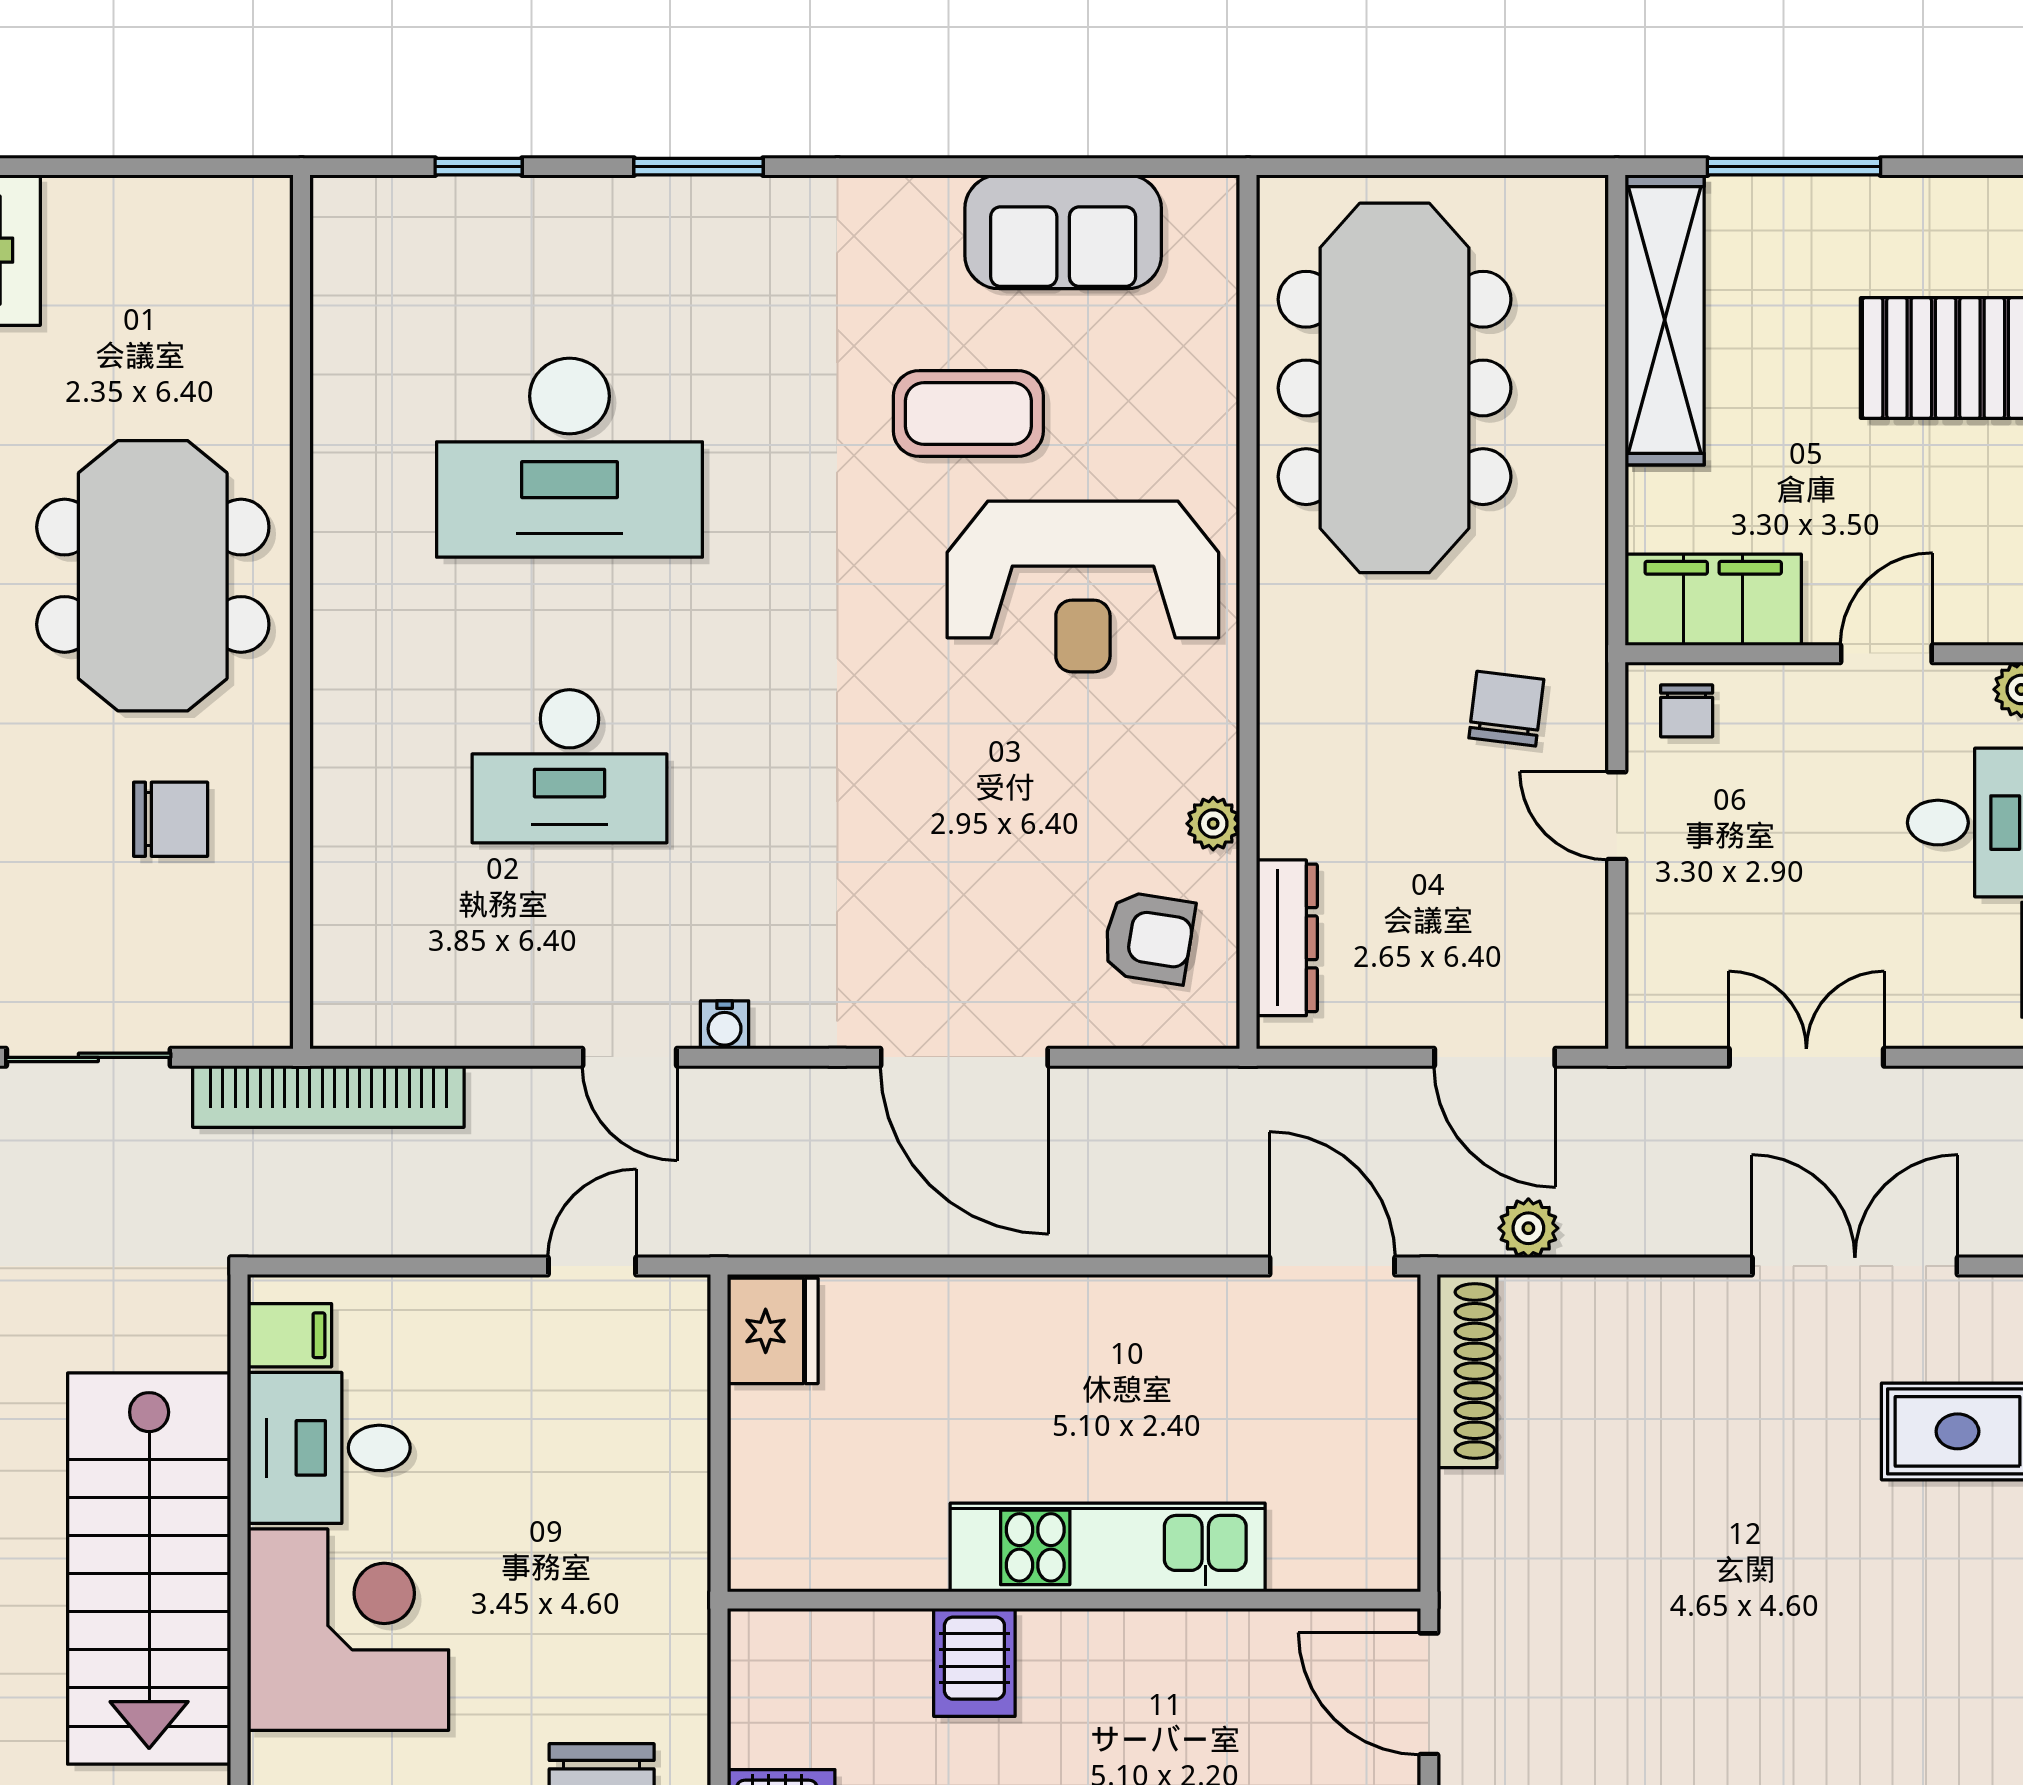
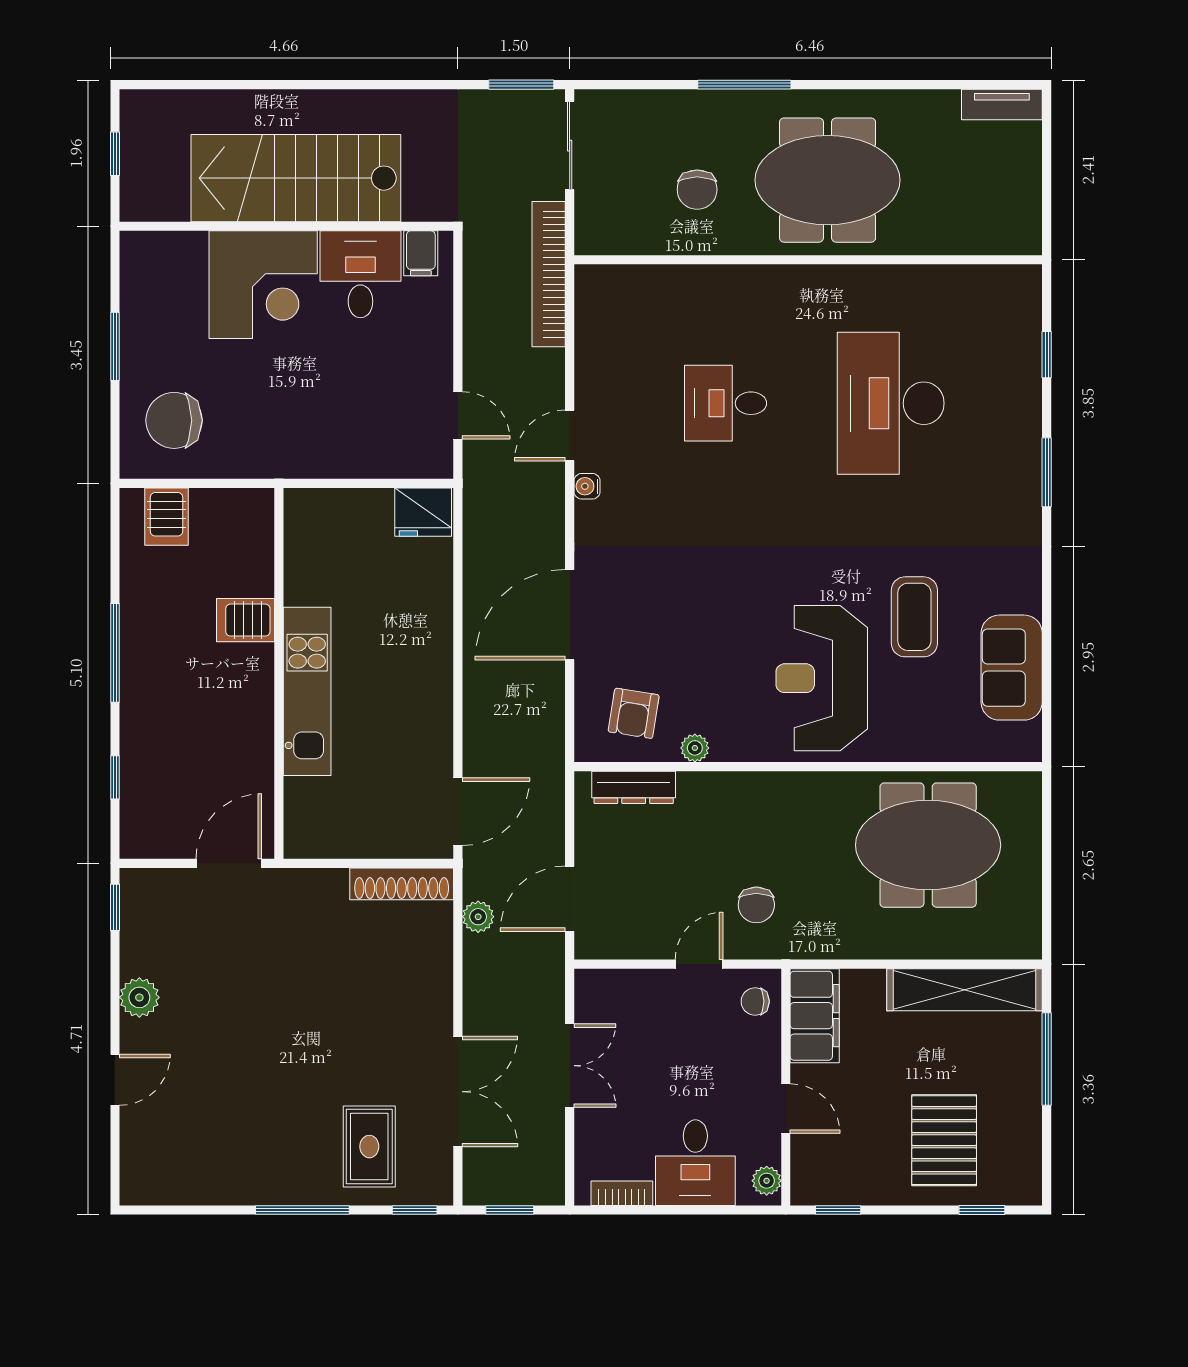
meeting table: (1395, 388) -> (928, 845), width x0.73
chair: (1506, 709) -> (756, 905), turned 83
desk: (569, 766) -> (725, 403), width x0.73

